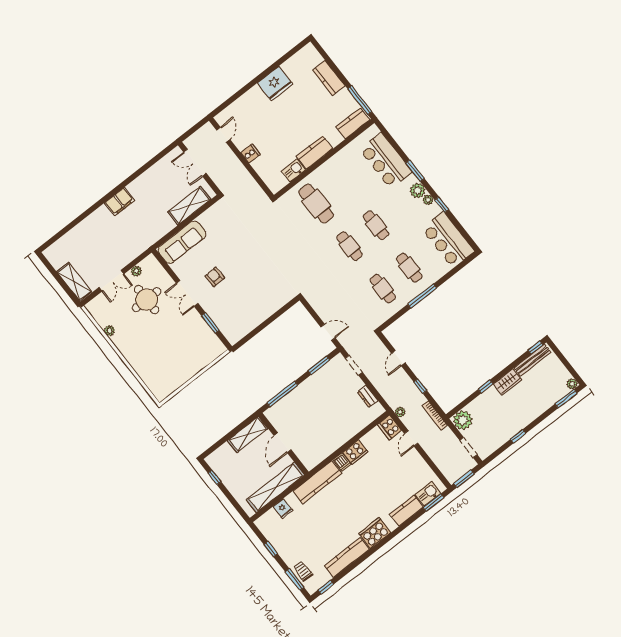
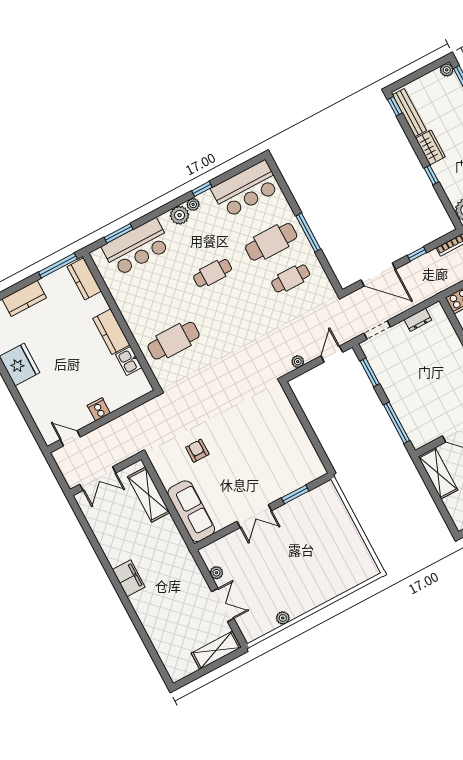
window: (415, 171) -> (118, 233), moved
cafe table: (349, 246) -> (232, 310), removed
cafe table: (409, 268) -> (271, 242), width x1.37, depth x1.35
armchair: (215, 277) -> (197, 451), moved, turned 92
round table: (147, 300) -> (253, 567), removed
door: (398, 358) -> (378, 275), width x1.88
plant: (400, 412) -> (298, 362), moved

